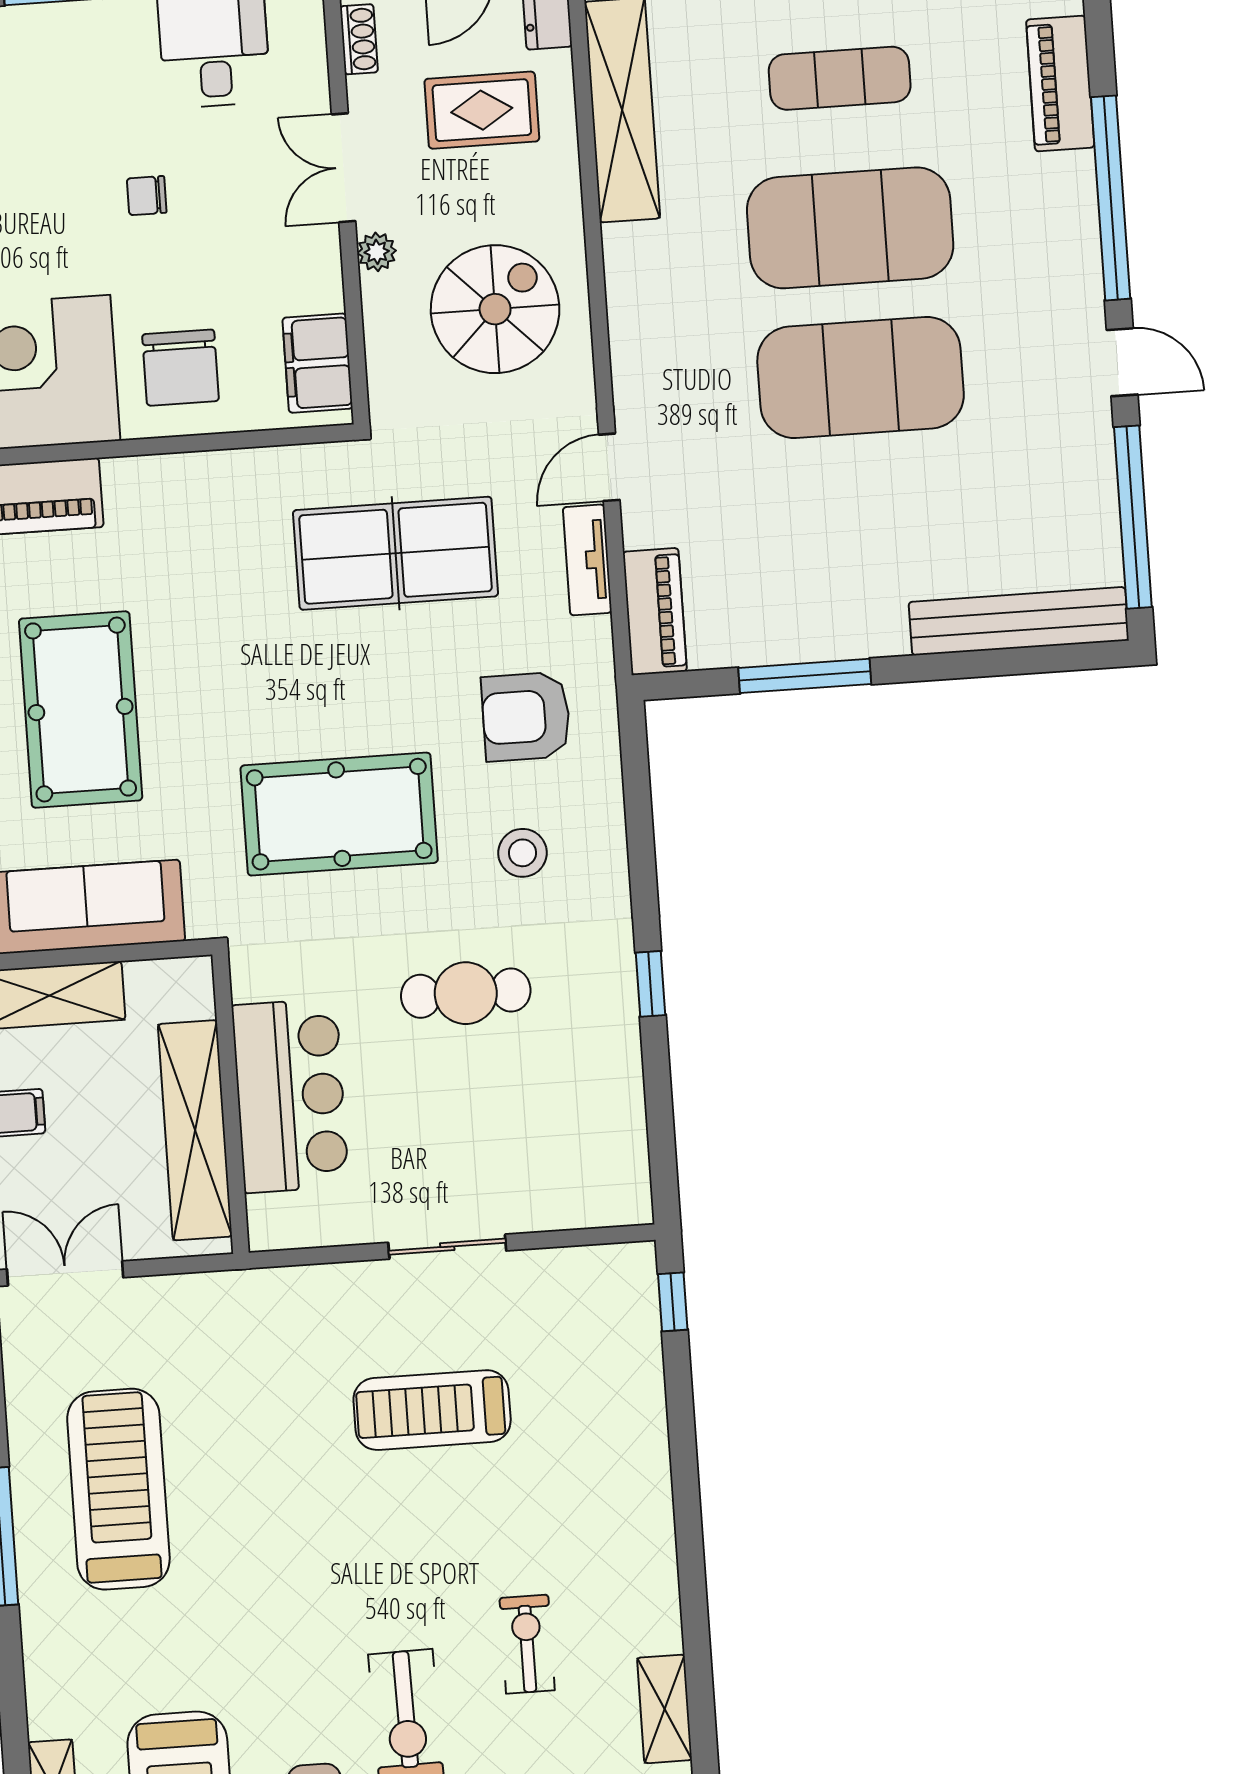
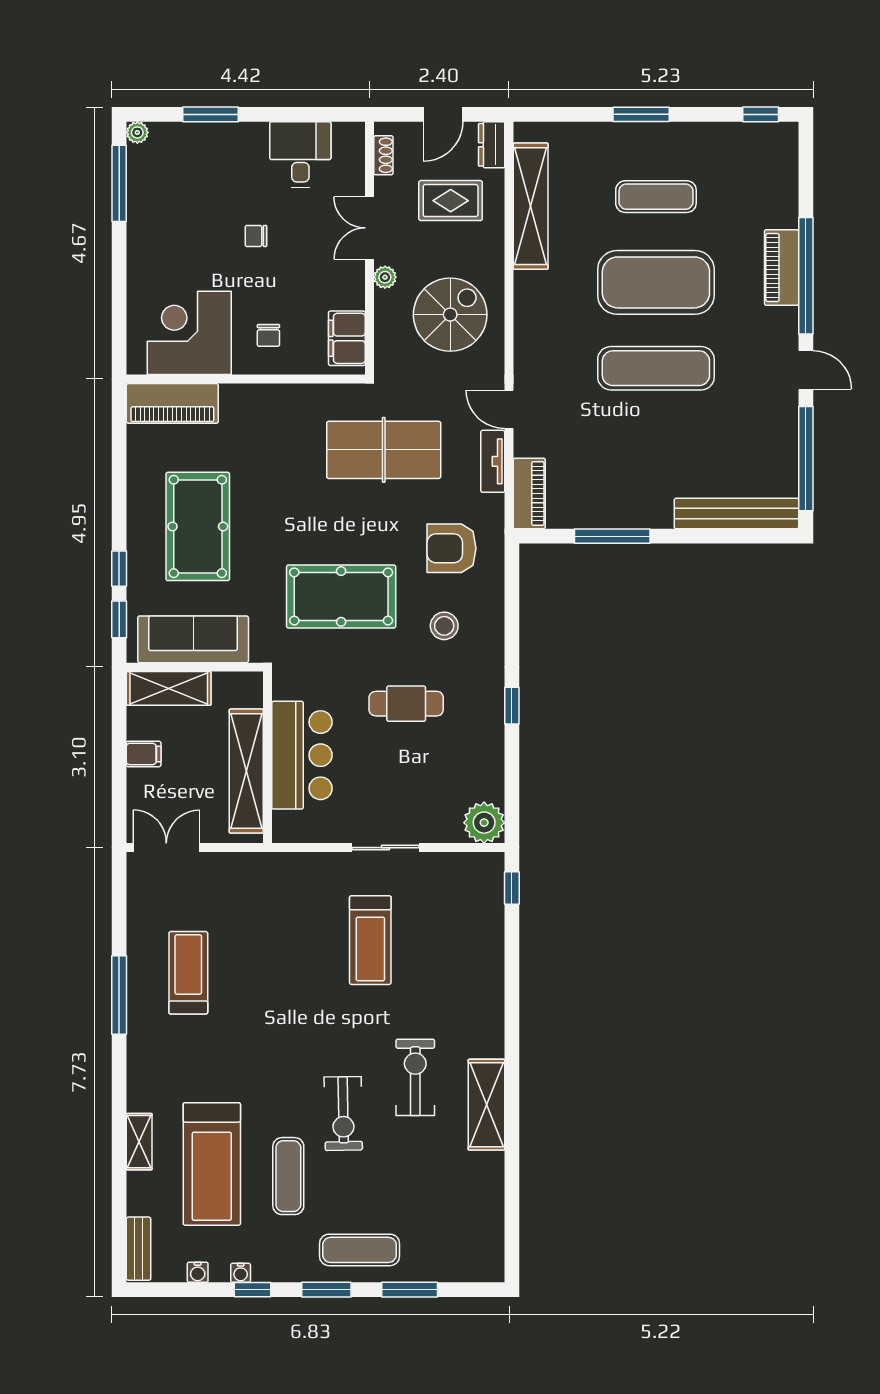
piano: (1060, 84) -> (782, 268), moved
chair: (181, 368) -> (268, 335), width x0.54, depth x0.54
exercise mat: (861, 377) -> (656, 368), width x0.68
door: (609, 467) -> (509, 409), hinge flipped
plant: (616, 1191) -> (484, 823), added
treadmill: (432, 1410) -> (370, 940), turned -90
treadmill: (118, 1489) -> (188, 973), width x0.73, depth x0.73
exercise bike: (527, 1644) -> (415, 1077), width x1.38, depth x1.39
shelving: (665, 1709) -> (486, 1105), width x1.50, depth x1.33

